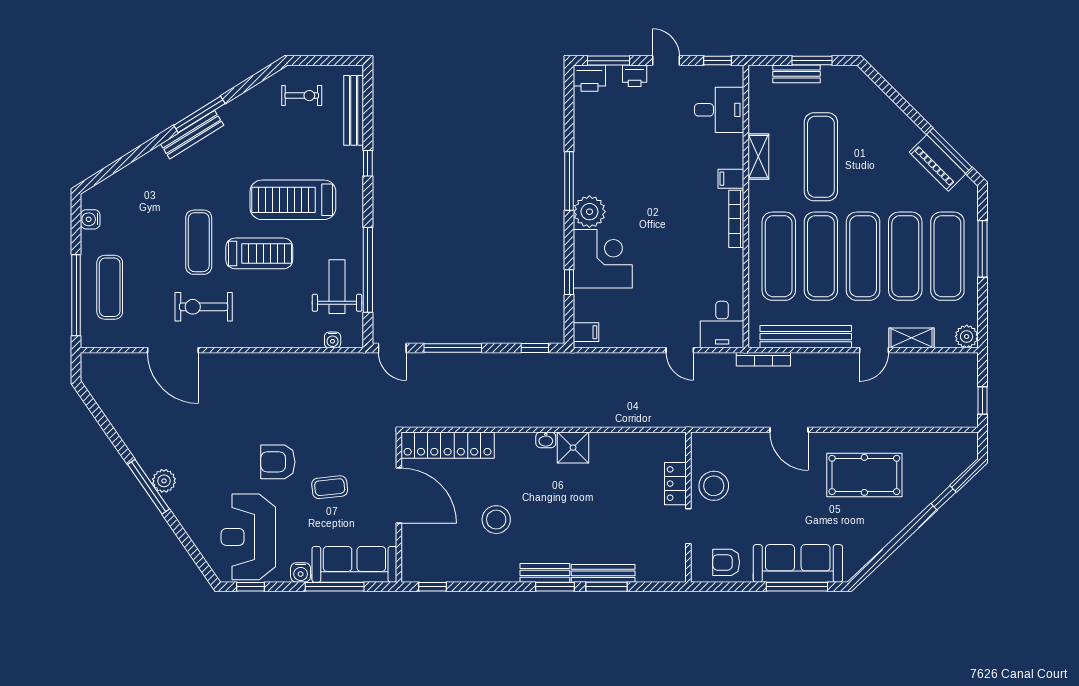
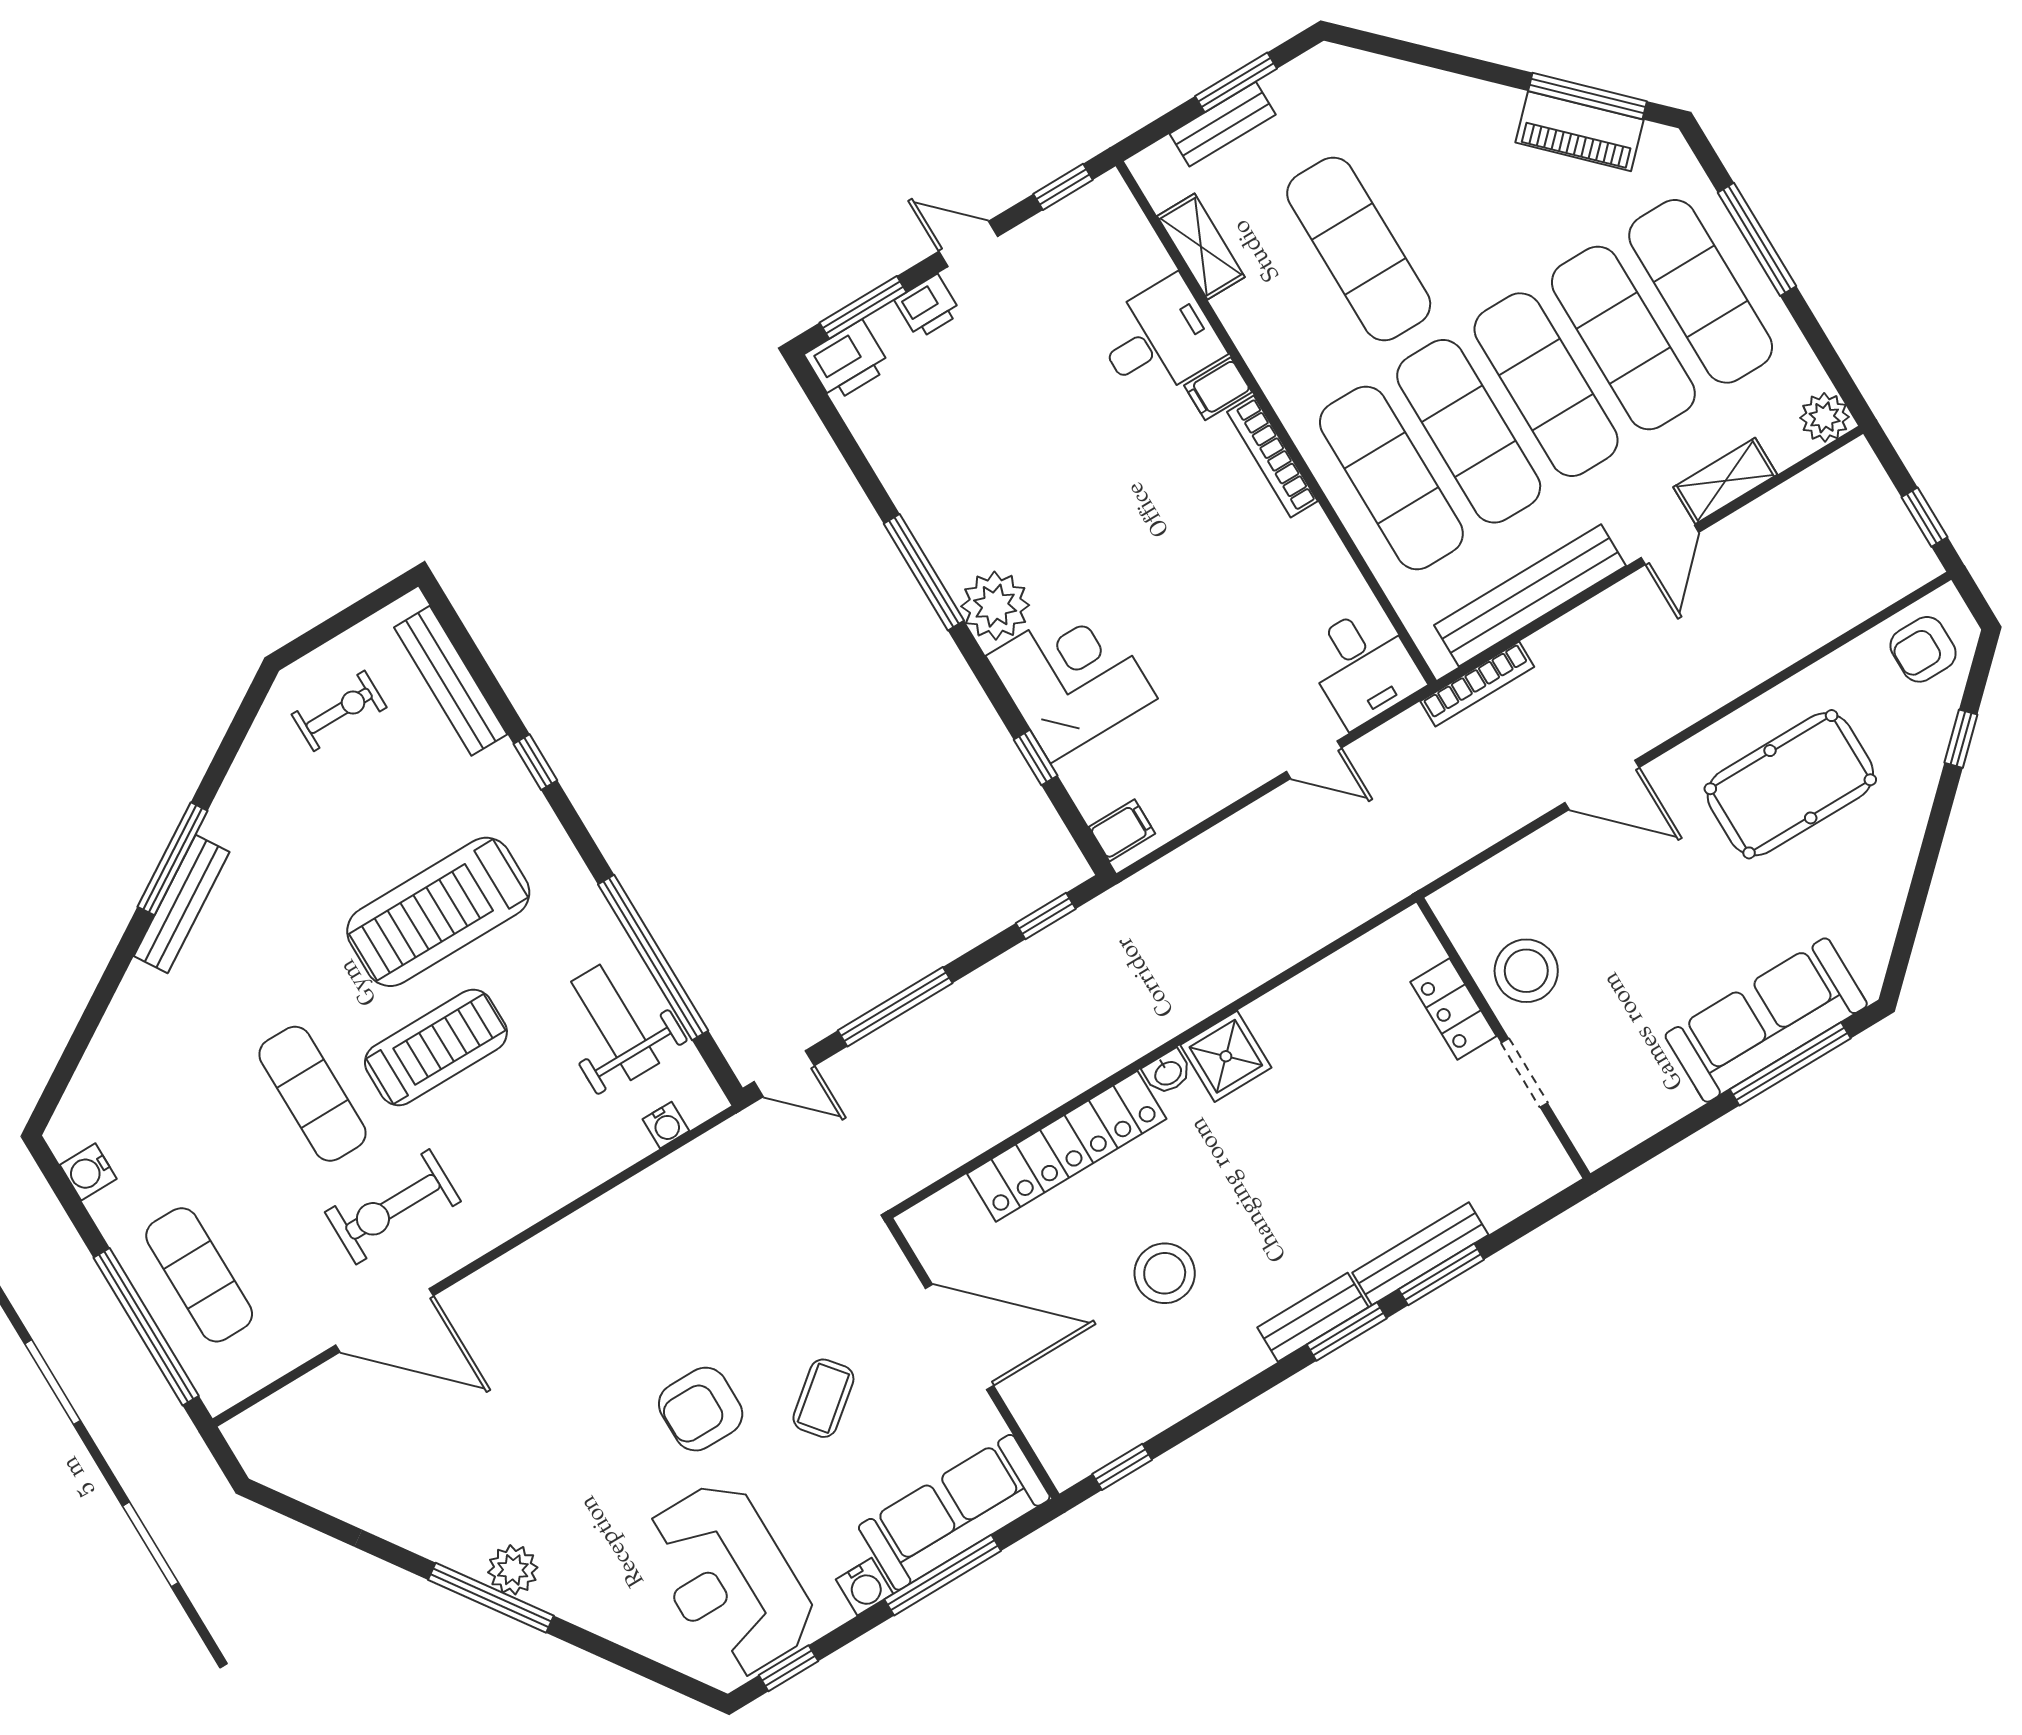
desk: (719, 110) -> (1159, 339), moved
shelving: (758, 157) -> (1201, 247), moved
locker: (448, 445) -> (1067, 1146), moved
coffee table: (330, 487) -> (823, 1398), turned -33
armchair: (726, 562) -> (1923, 649), moved

